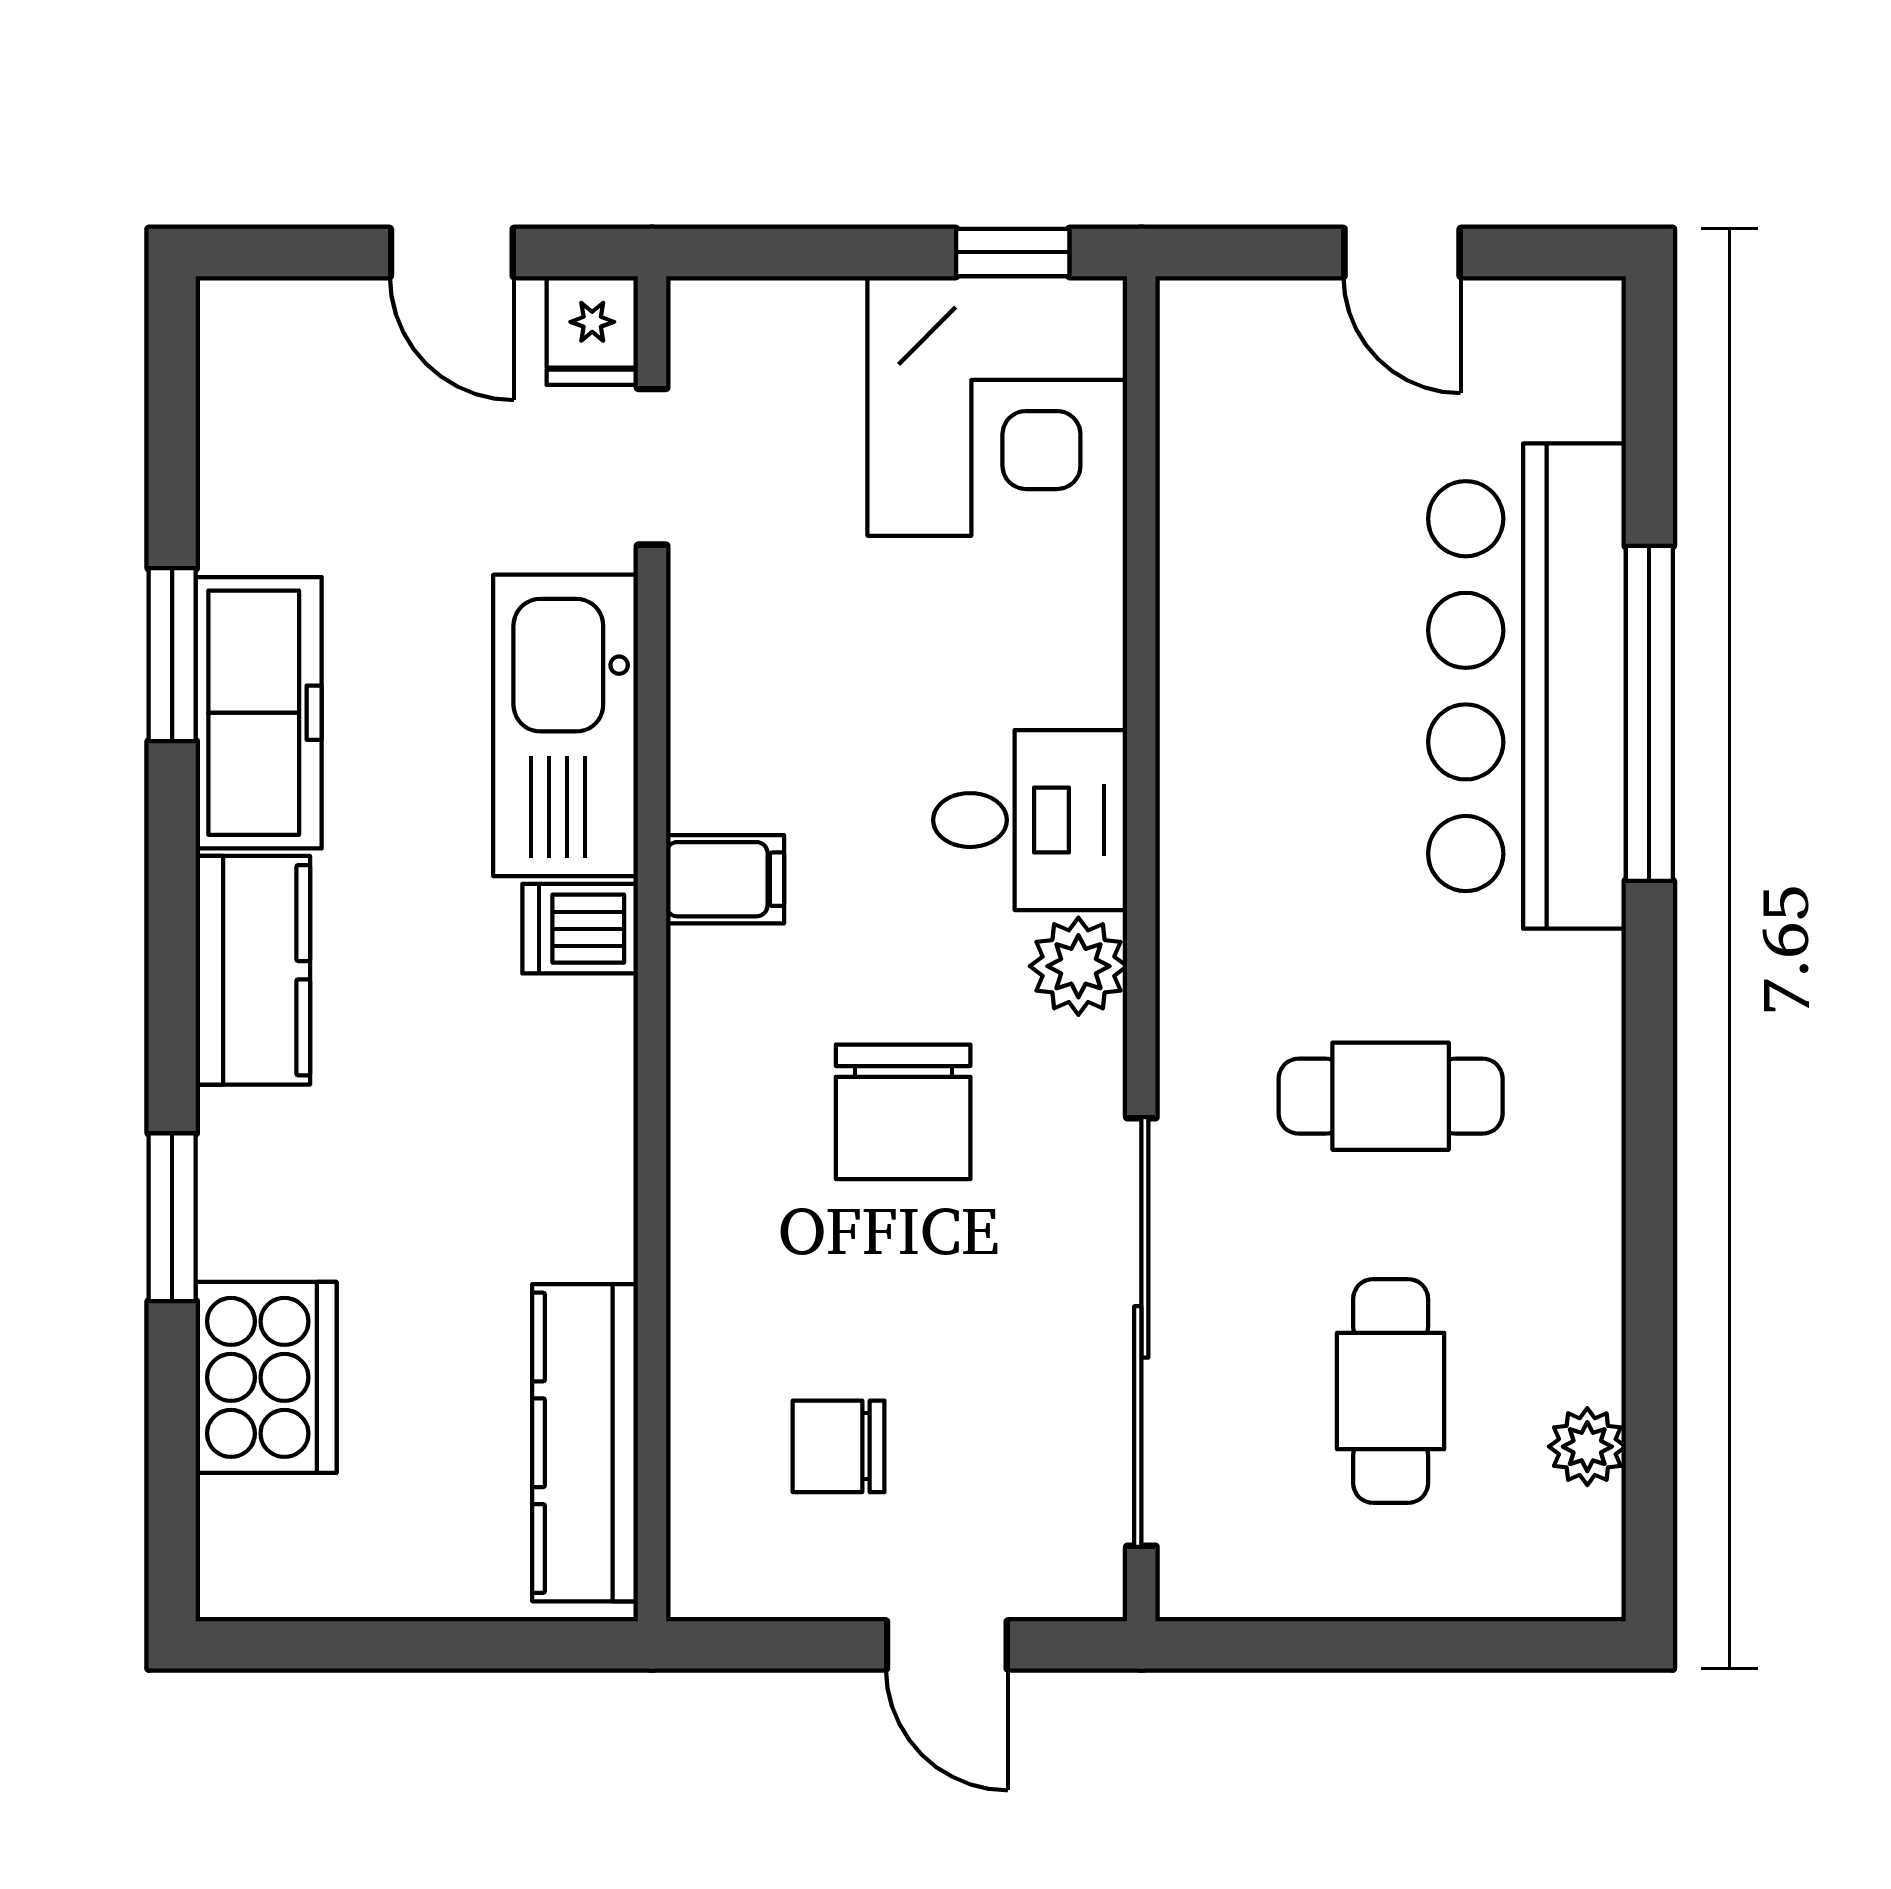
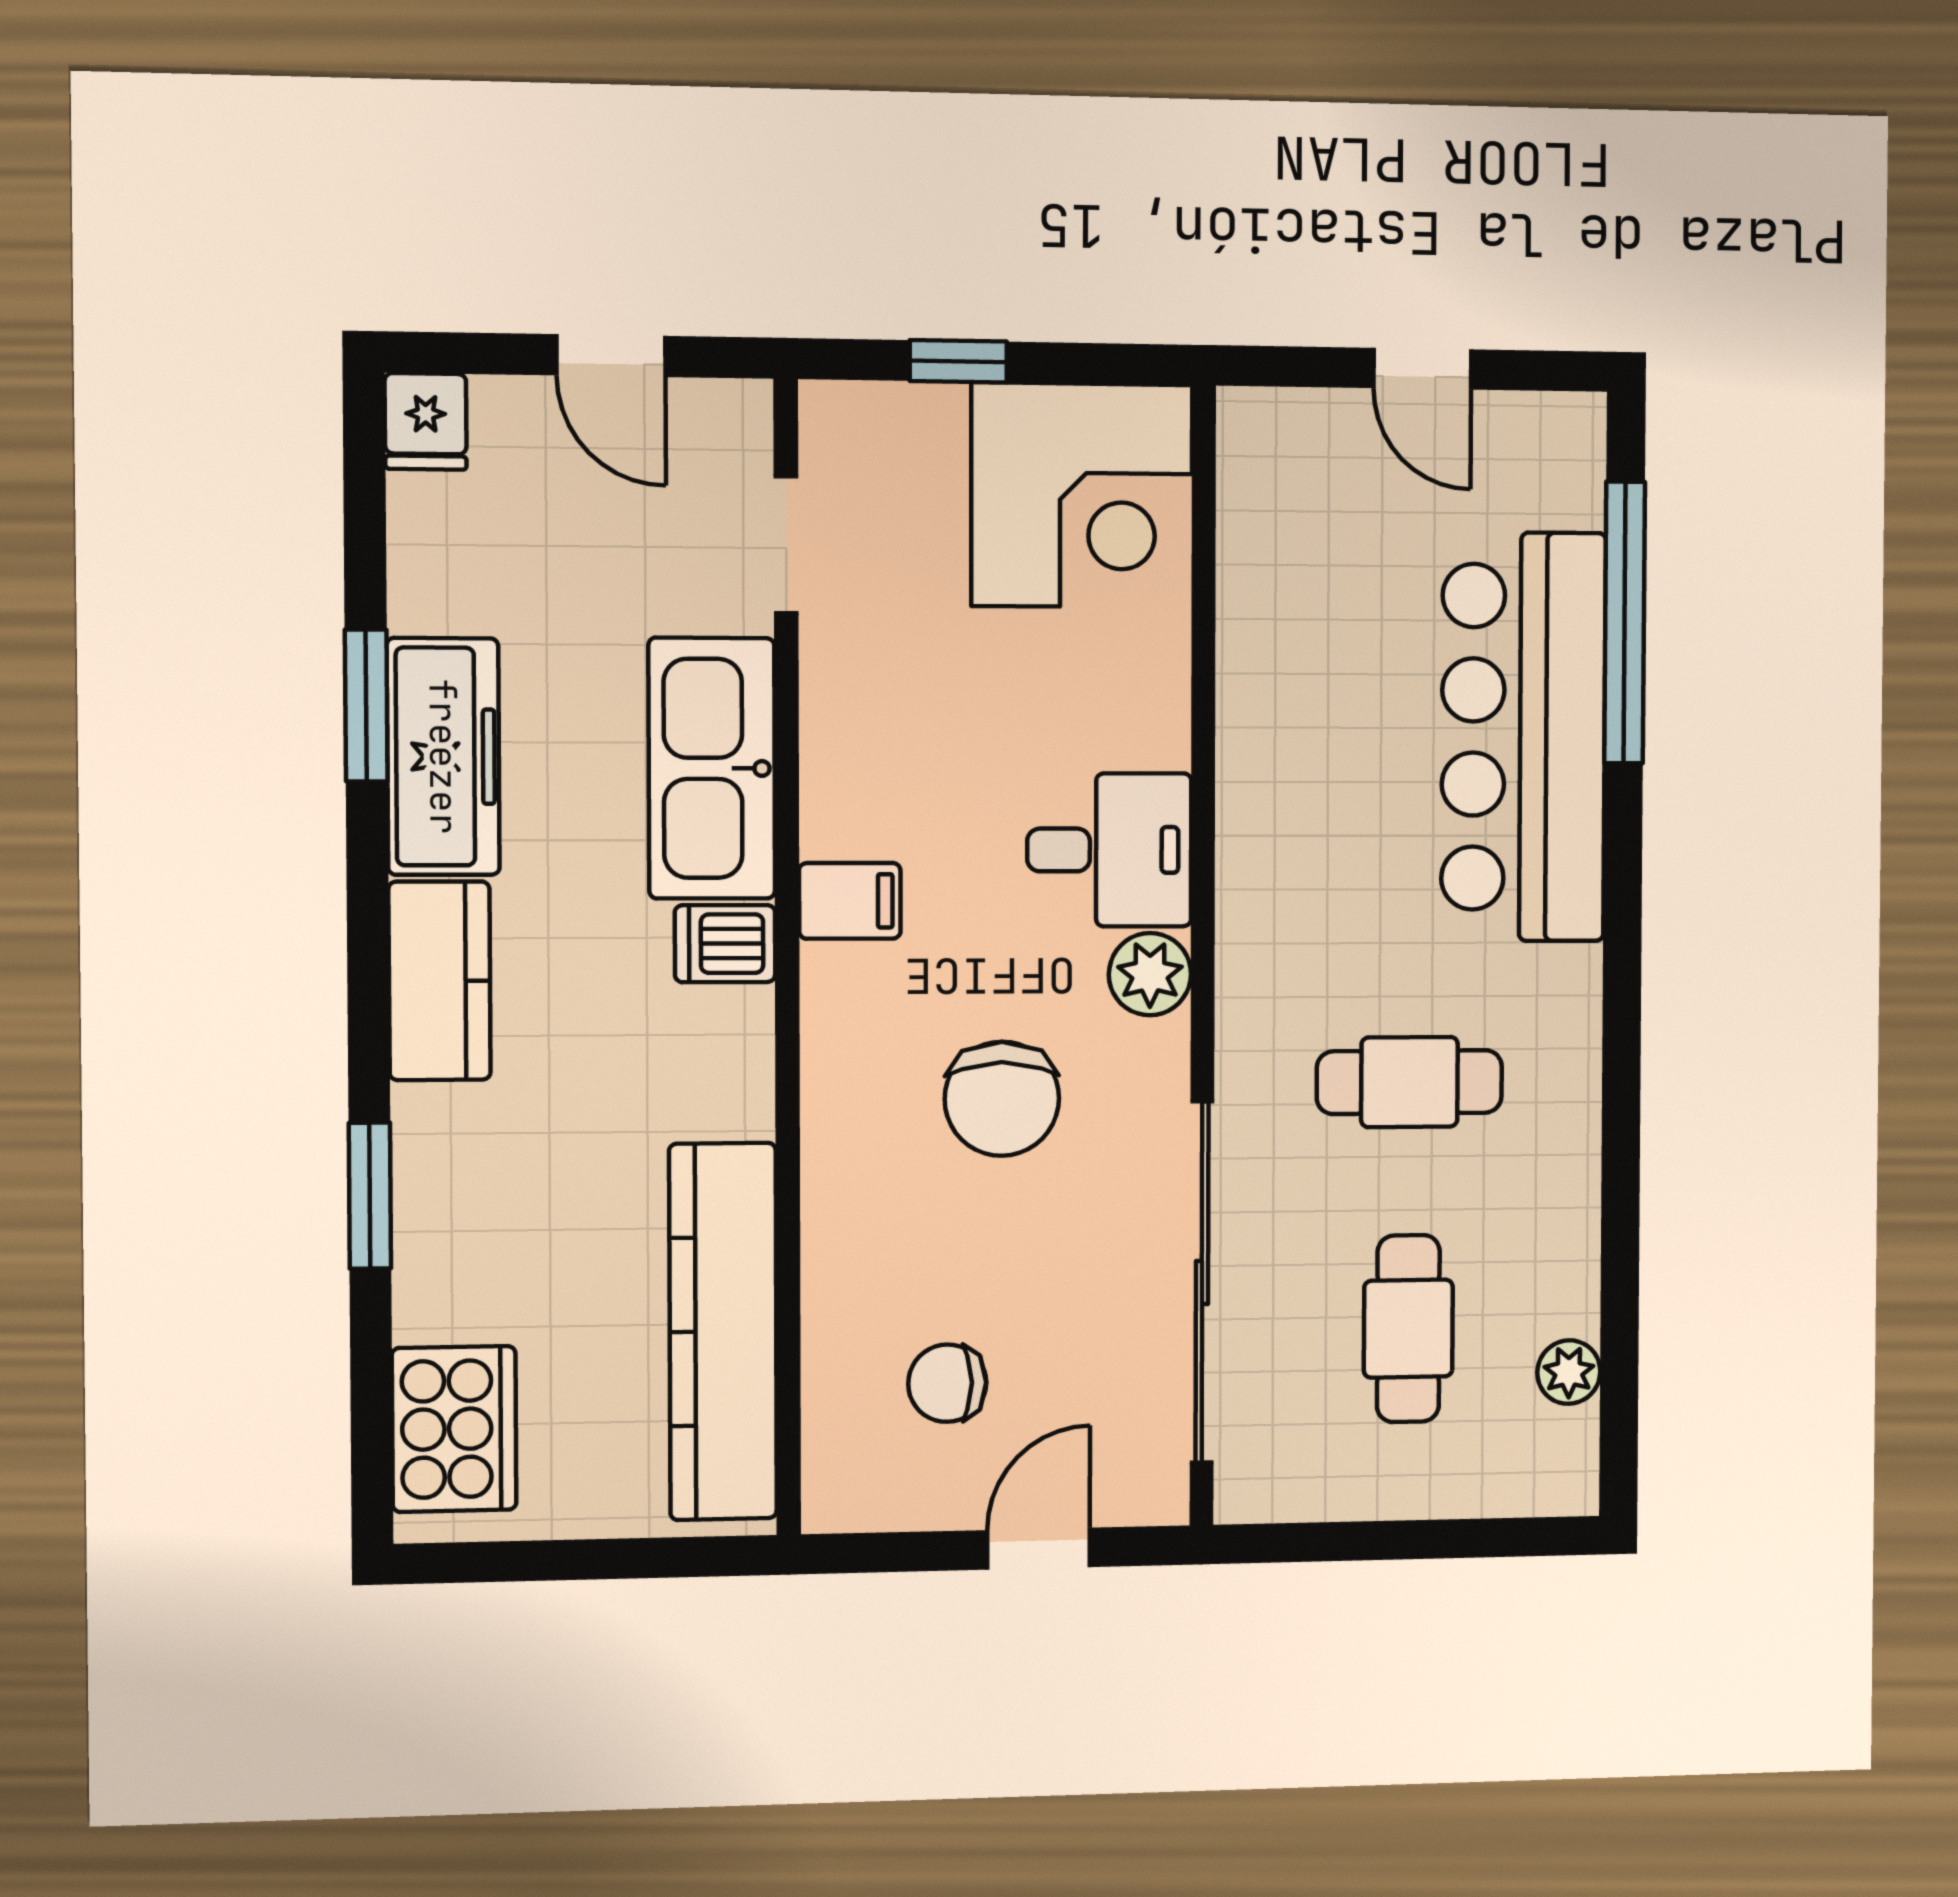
window: (1013, 252) -> (958, 361), moved
fridge: (592, 330) -> (426, 421), moved
window: (1649, 713) -> (1625, 623), moved
cooker: (266, 1377) -> (454, 1429), moved
kitchen counter: (585, 1443) -> (723, 1332), width x1.39, depth x1.17
door: (947, 1645) -> (1039, 1549), swing flipped

